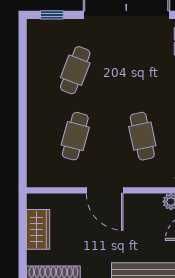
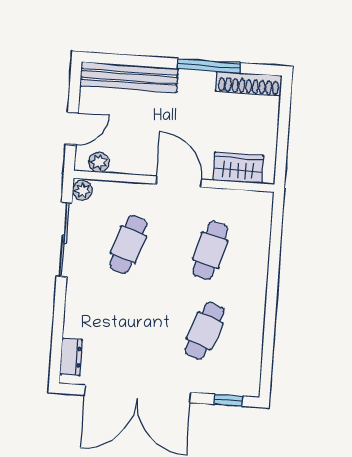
cafe table: (142, 136) -> (128, 245), turned 30
wardrobe: (38, 229) -> (238, 168), moved, turned 90

